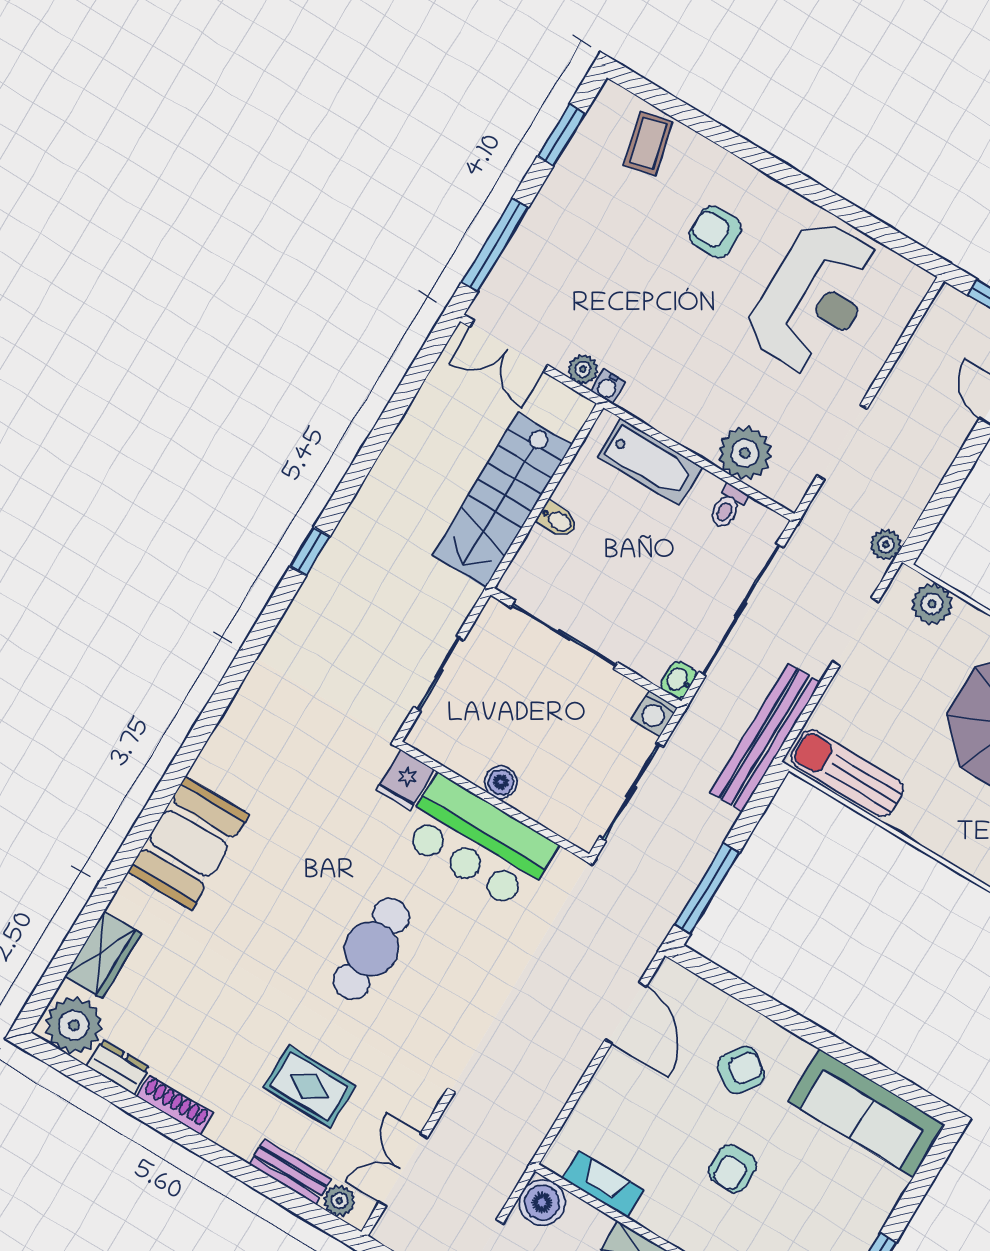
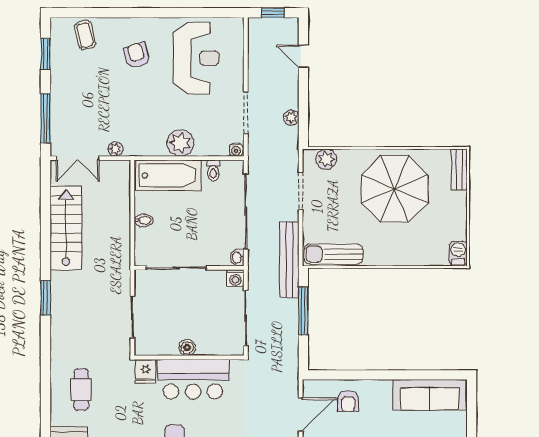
armchair: (715, 232) -> (137, 56), turned 73
water cooler: (608, 387) -> (236, 150), moved
plant: (745, 453) -> (180, 143), moved
bathtub: (650, 462) -> (168, 175), width x1.36, depth x1.36
stairs: (502, 500) -> (66, 228), moved, turned 180
plant: (886, 545) -> (291, 117), moved
window: (310, 551) -> (45, 298), width x1.50
cafe table: (277, 745) -> (81, 390), added
window: (707, 889) -> (303, 311), moved
door: (625, 1013) -> (301, 414), hinge flipped
armchair: (741, 1070) -> (348, 401), moved, turned 145

